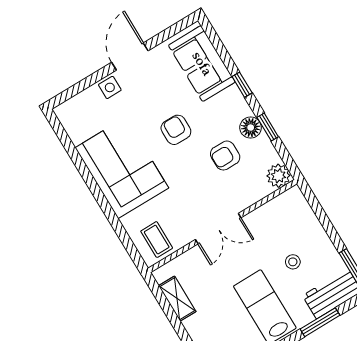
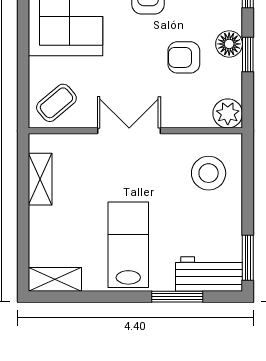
double door: (218, 229) -> (129, 131), swing flipped
coffee table: (157, 240) -> (56, 103), turned 50
stool: (293, 262) -> (209, 173), moved, width x1.89, depth x1.89

